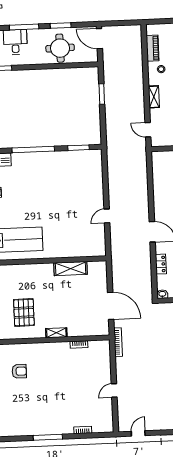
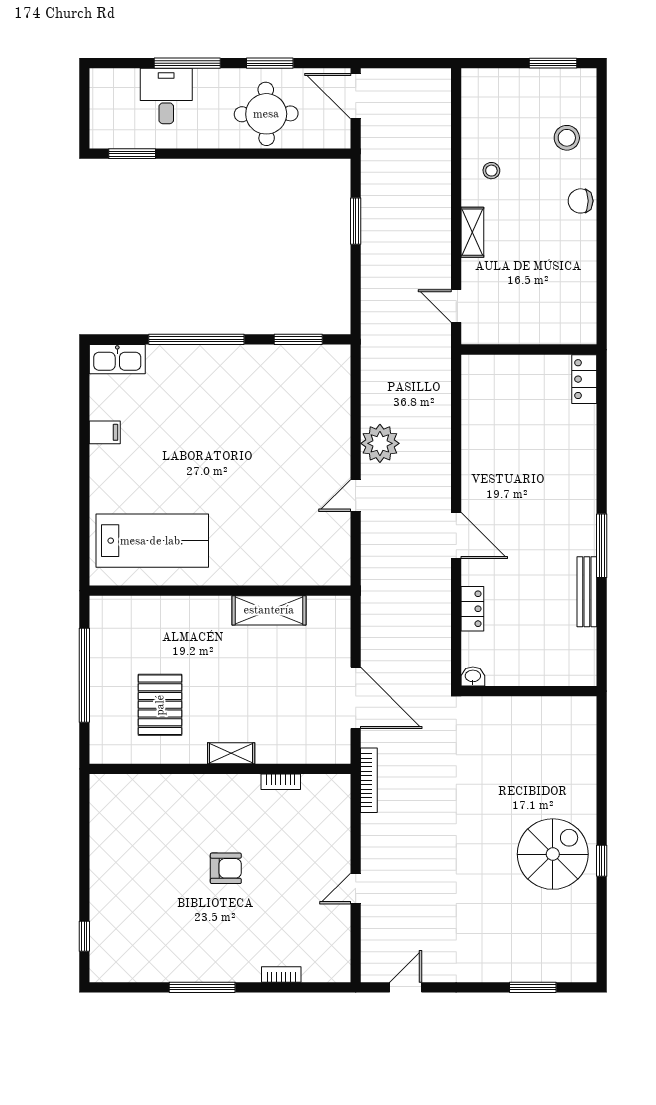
piano: (153, 48) -> (474, 123), removed
plant: (117, 192) -> (380, 443), added
armchair: (19, 371) -> (226, 868), moved

